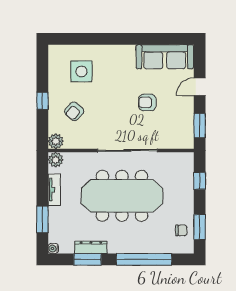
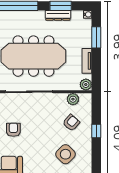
side table: (81, 71) -> (65, 154), turned 45
armchair: (147, 102) -> (13, 130), turned -90
plant: (56, 141) -> (73, 99), moved

